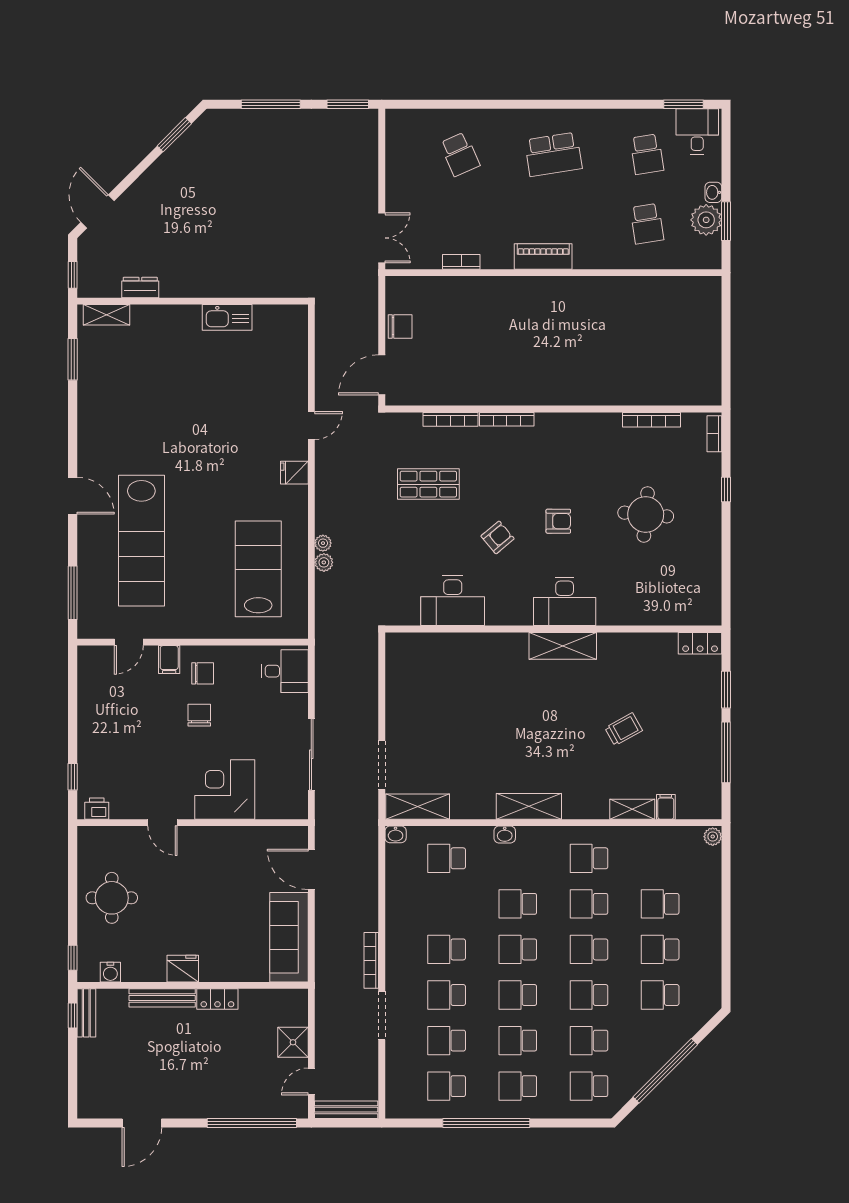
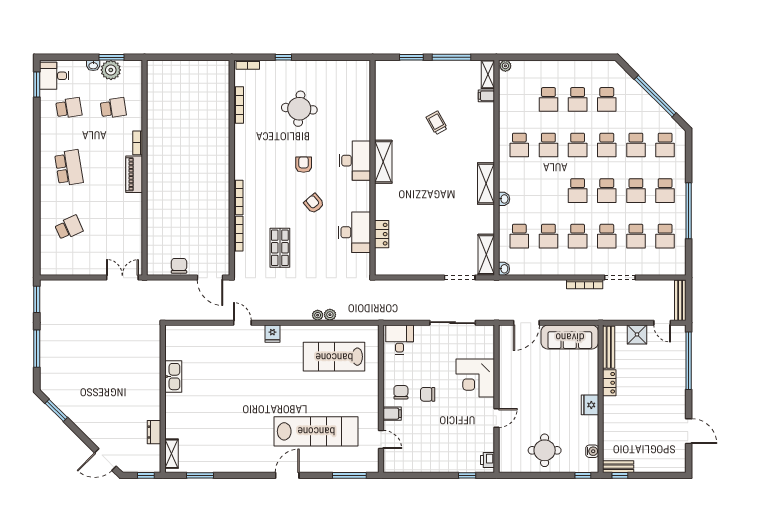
bookcase: (461, 262) -> (138, 143), moved
locker: (700, 643) -> (382, 234), moved
shelving: (632, 809) -> (488, 74), moved
school desk: (518, 904) -> (548, 236), moved
bench: (162, 998) -> (609, 347), moved

